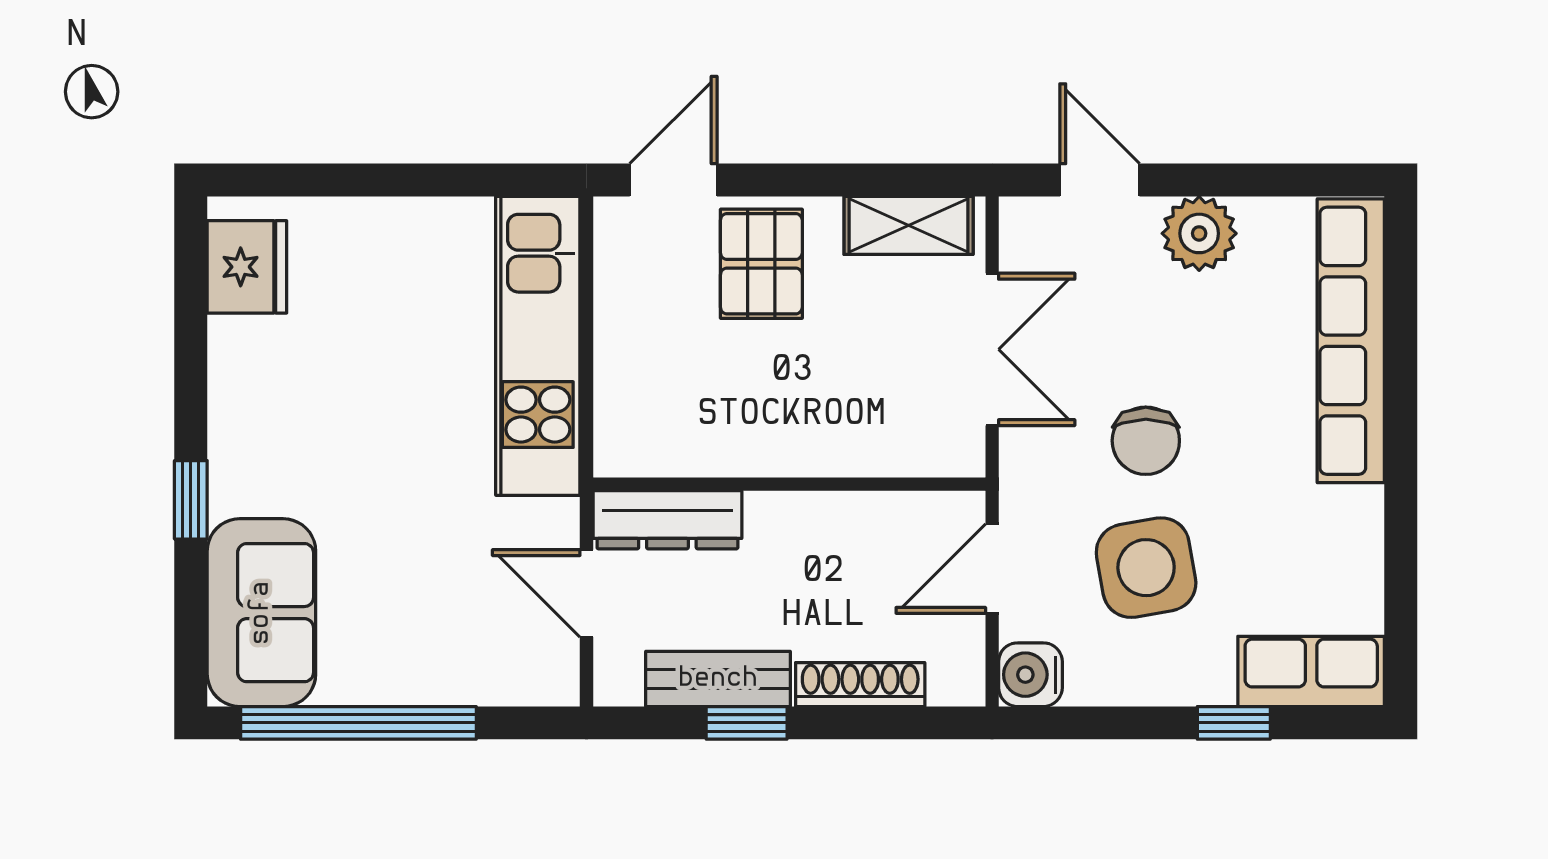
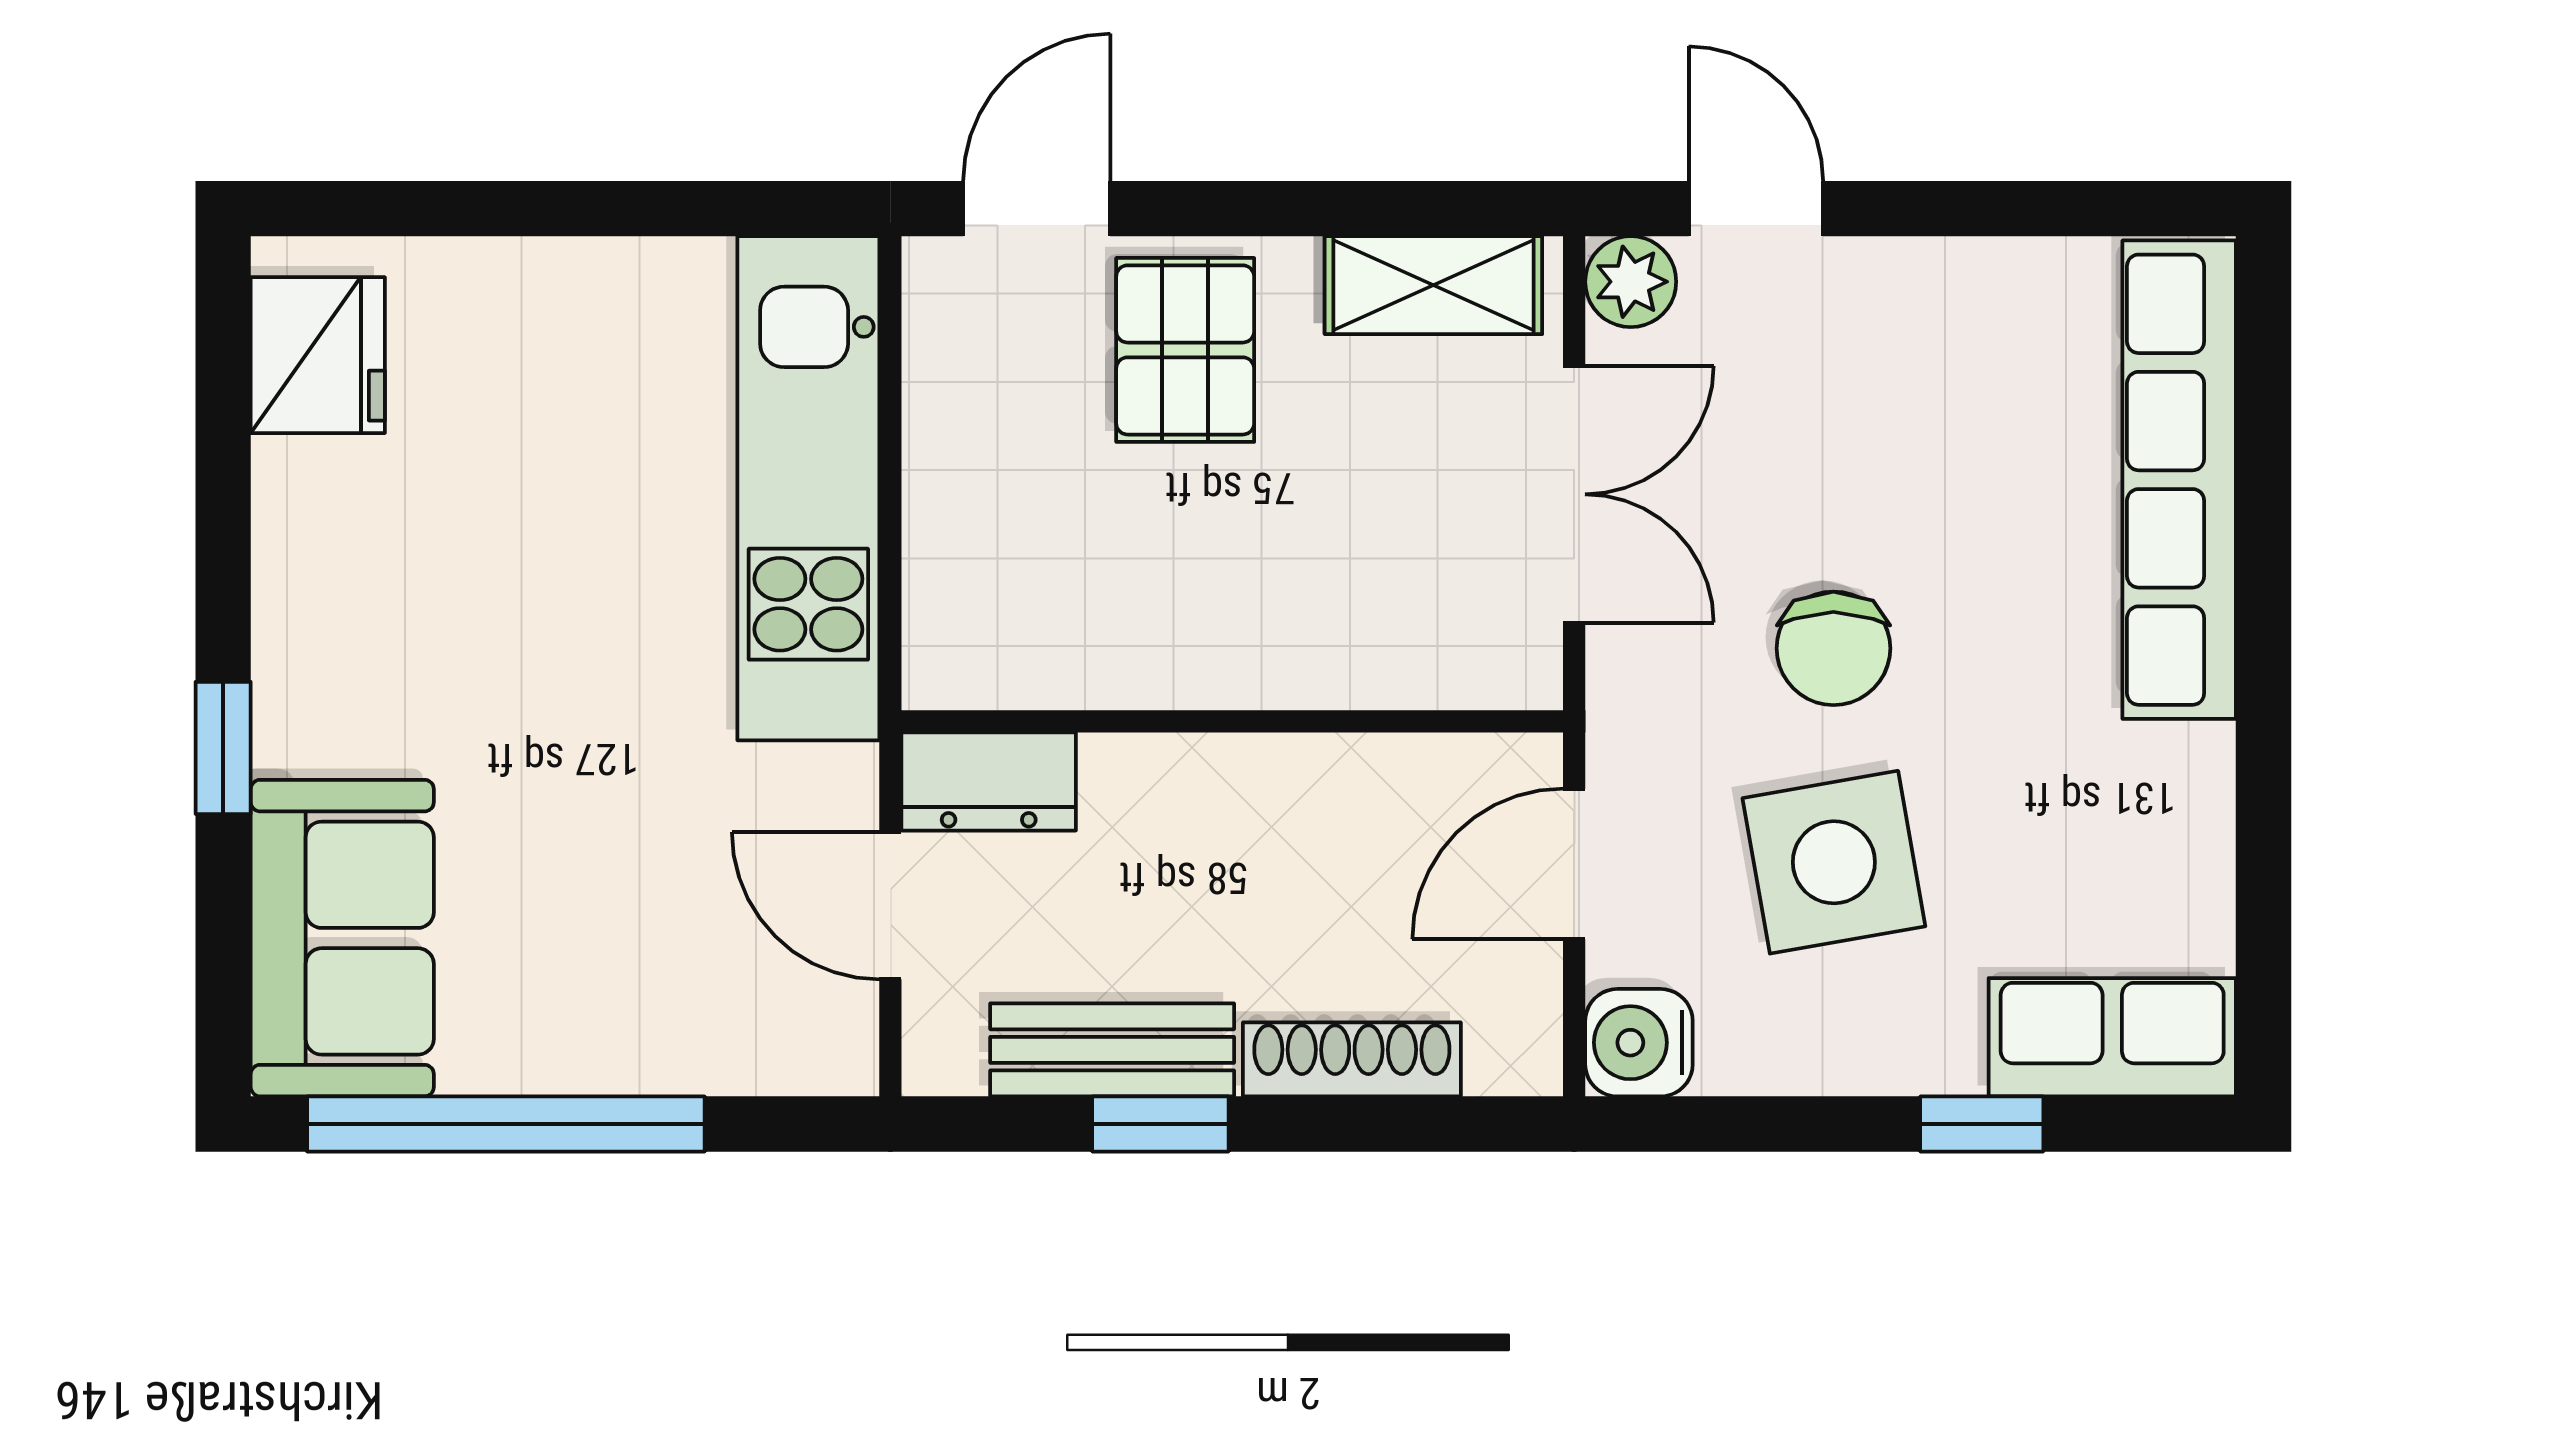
plant: (1199, 233) -> (1631, 282), moved, width x0.73, depth x0.73
dresser: (667, 520) -> (989, 782), width x0.70

